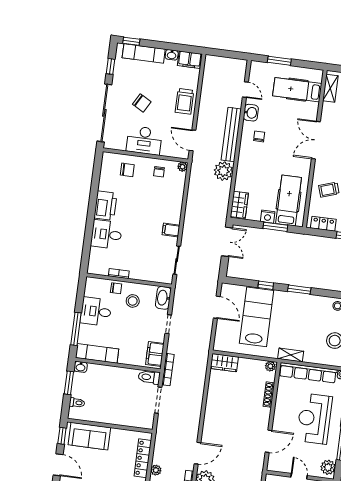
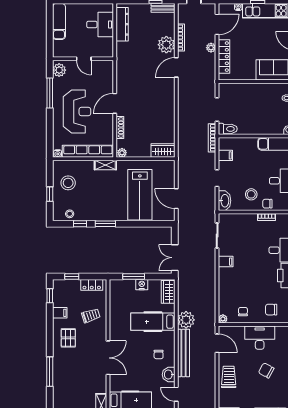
hospital bed: (289, 200) -> (153, 322), moved, turned 90
window: (266, 285) -> (80, 224), moved
filing cabinet: (155, 354) -> (225, 155), width x0.50
door: (268, 441) -> (115, 103), moved

